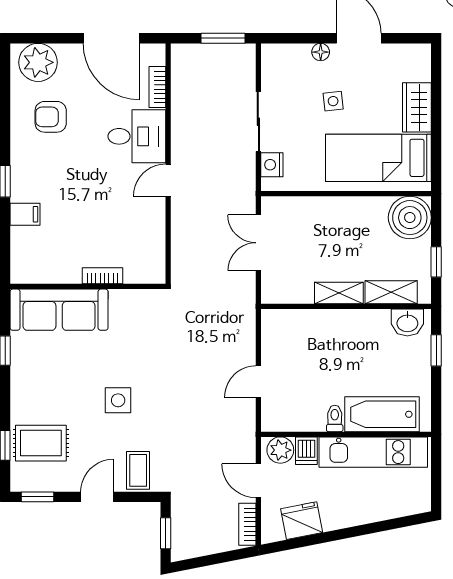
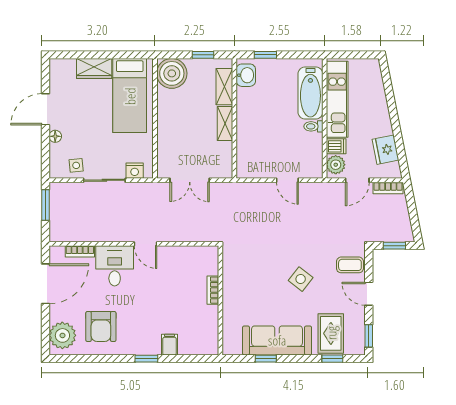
side table: (333, 101) -> (76, 165), moved
armchair: (51, 117) -> (101, 327), width x1.38, depth x1.38
sofa: (59, 310) -> (277, 340), moved, turned -90
side table: (118, 400) -> (301, 279), turned 38

